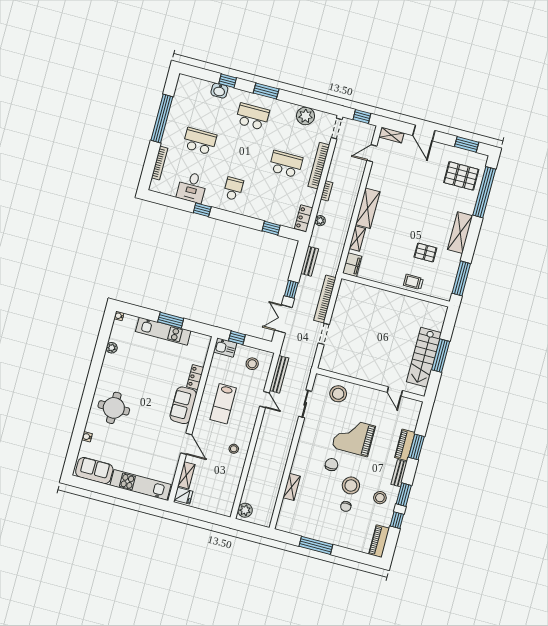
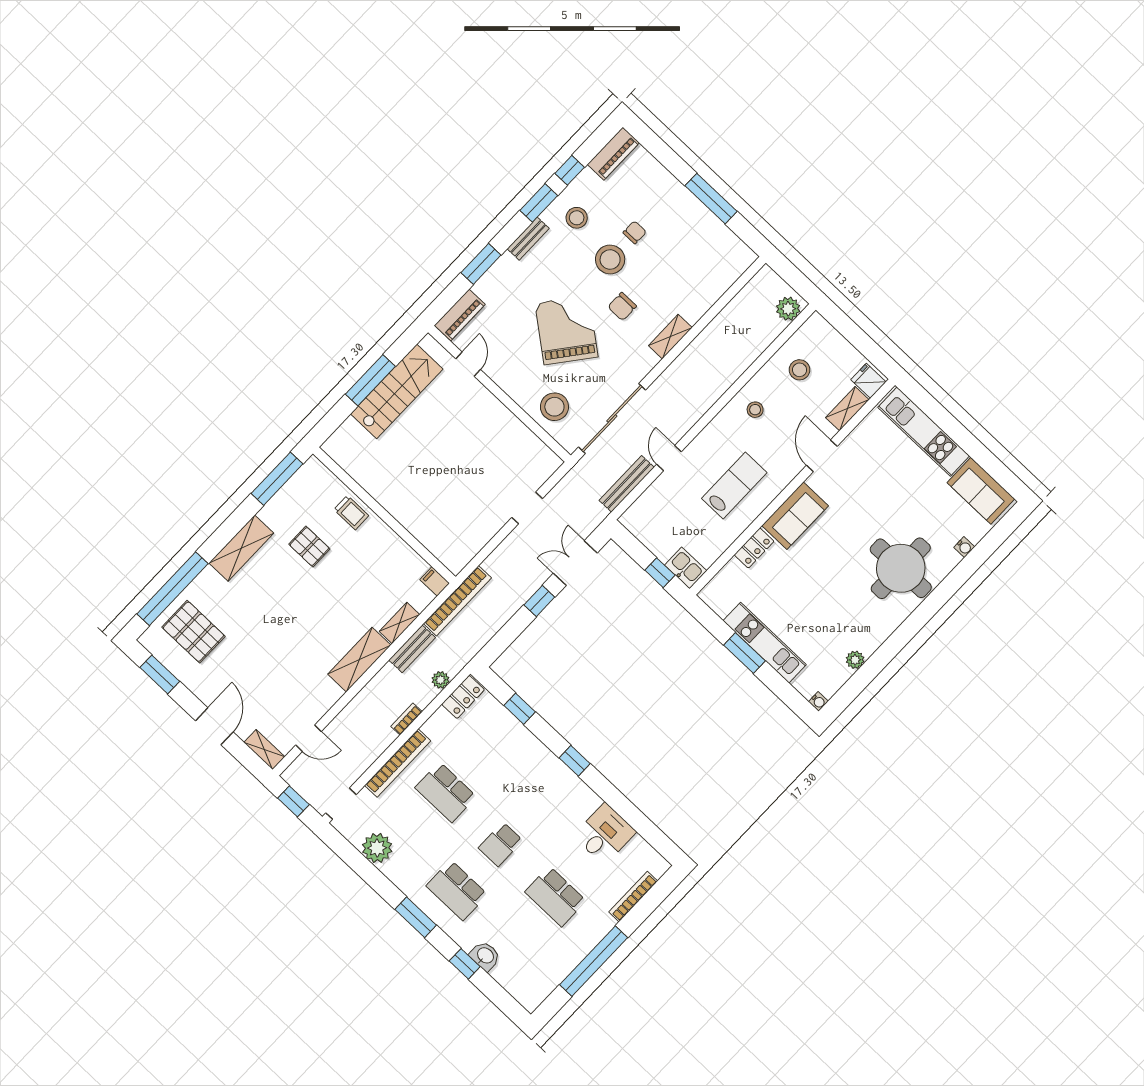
school desk: (233, 189) -> (501, 844), moved
window: (202, 210) -> (575, 761), moved
bench: (310, 261) -> (412, 649), moved
filing cabinet: (352, 265) -> (435, 581), width x0.50
bookcase: (325, 299) -> (457, 601), moved
double door: (283, 319) -> (575, 563), swing flipped
stool: (252, 364) -> (800, 370), moved
sliding door: (305, 404) -> (612, 419), width x1.86
round table: (114, 408) -> (901, 568), width x1.36, depth x1.36
grand piano: (354, 437) -> (566, 330), turned -142
piano: (405, 445) -> (460, 315), moved
shelving: (292, 487) -> (670, 337), moved

